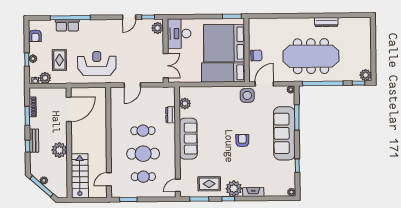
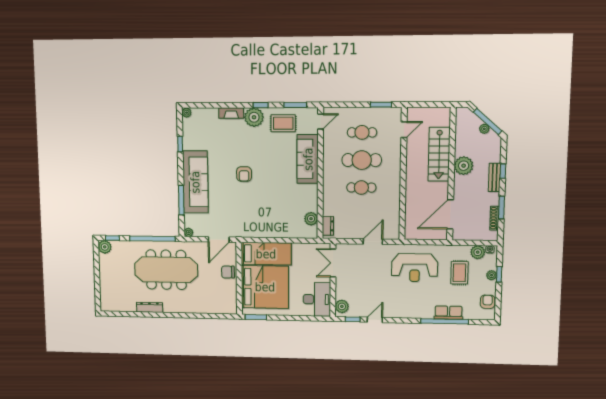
side table: (247, 95) -> (238, 227), removed
dresser: (171, 115) -> (328, 226), moved
sofa: (188, 139) -> (308, 159), moved
stairs: (80, 176) -> (439, 154), moved

